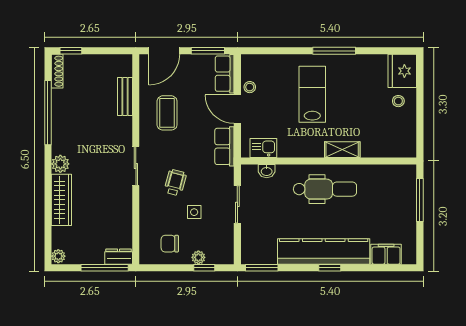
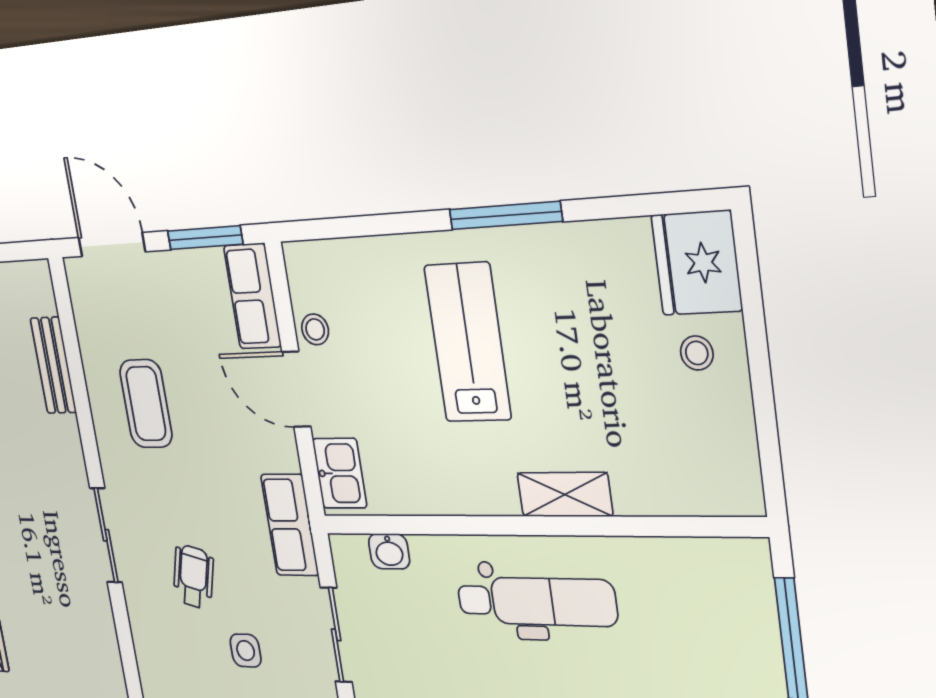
door: (164, 51) -> (112, 245), swing flipped
row of seats: (224, 146) -> (290, 525), moved
kitchen sink: (263, 148) -> (340, 473), moved, turned 90

